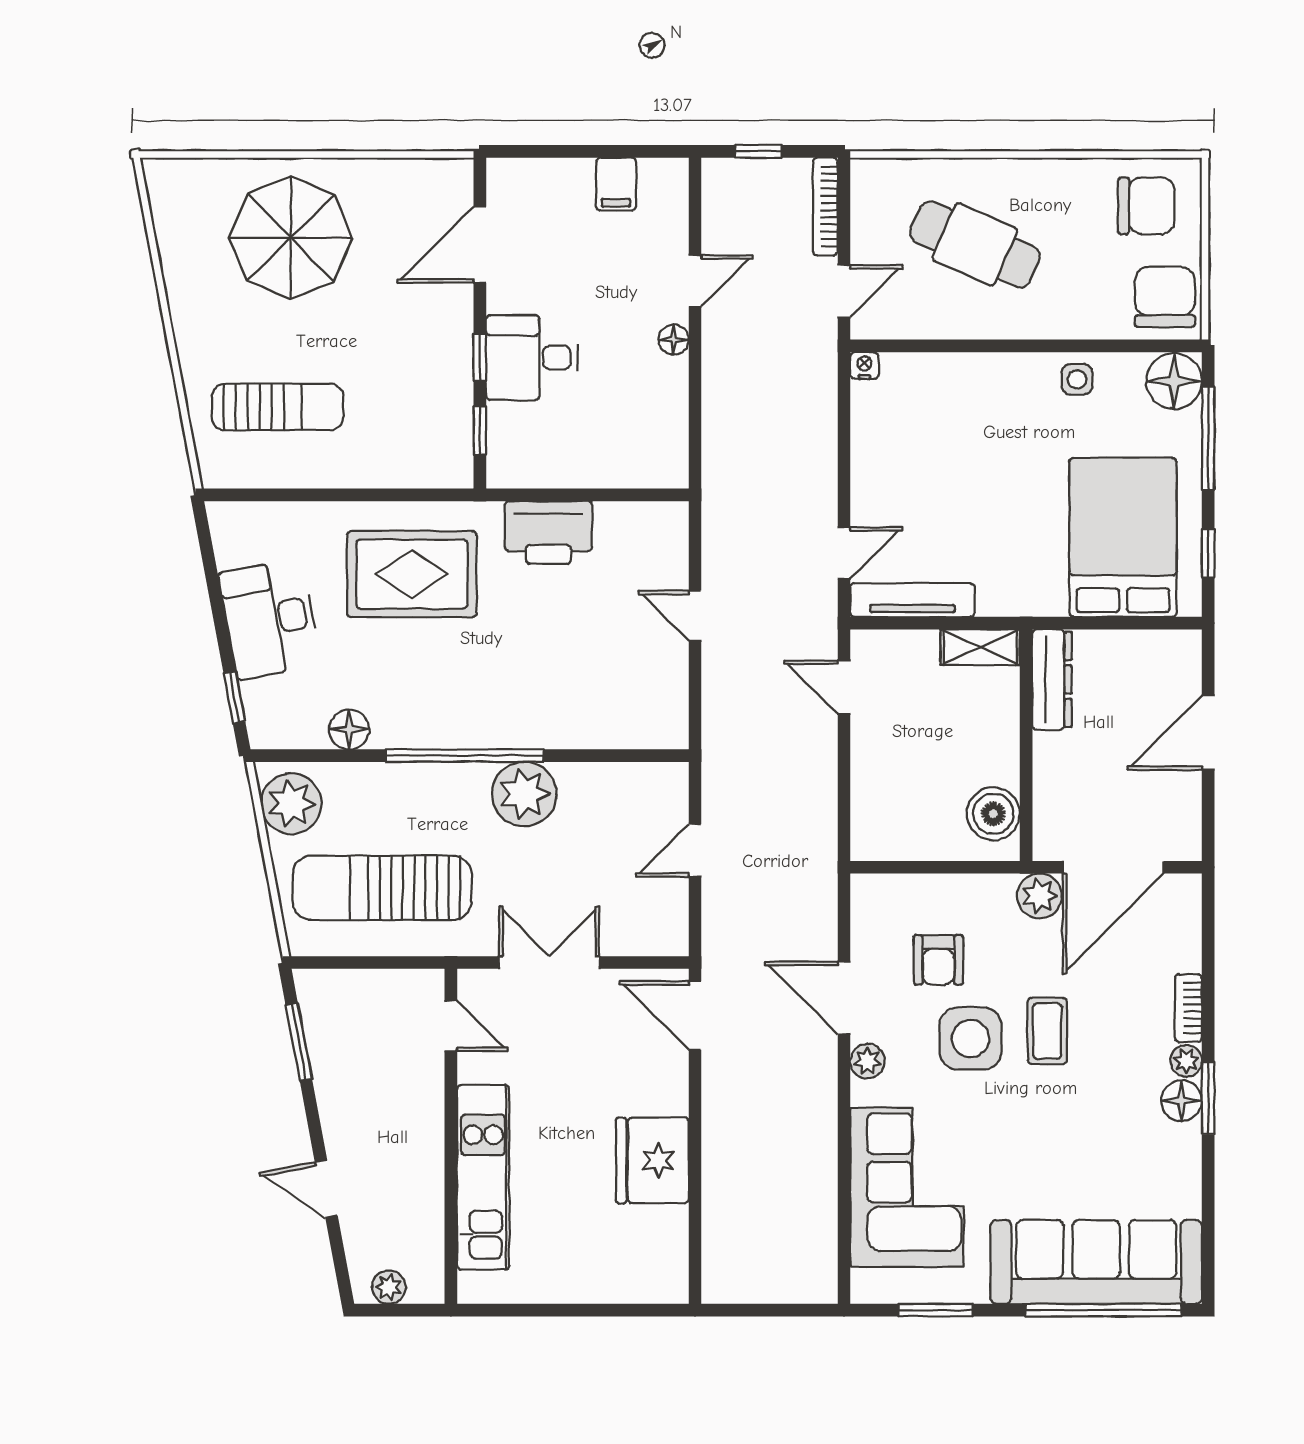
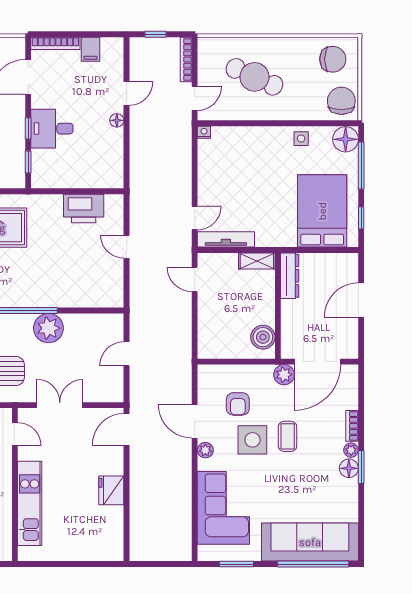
bookcase: (539, 171) -> (55, 43), added
printer: (548, 532) -> (84, 209), moved
door: (695, 1015) -> (127, 429), hinge flipped
fridge: (652, 1160) -> (111, 490), width x0.73, depth x0.75

